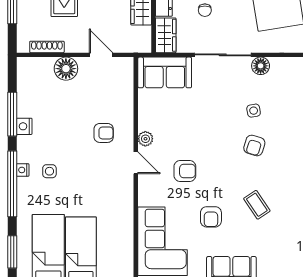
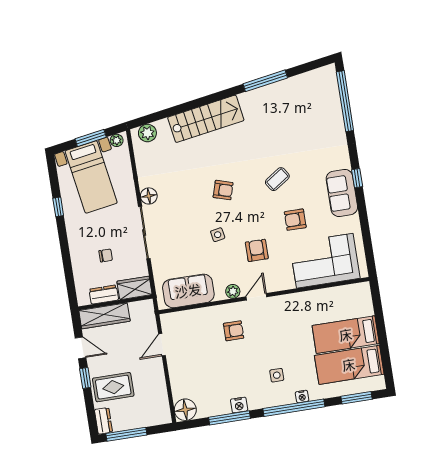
shoe rack: (47, 47) -> (163, 396), removed
floor lamp: (66, 69) -> (185, 410), moved
sofa: (165, 72) -> (188, 291), moved, turned -90
side table: (254, 111) -> (218, 235), moved
armchair: (104, 133) -> (234, 331), turned 90
nightstand: (23, 170) -> (302, 396), moved
armchair: (211, 217) -> (295, 220), turned 180

